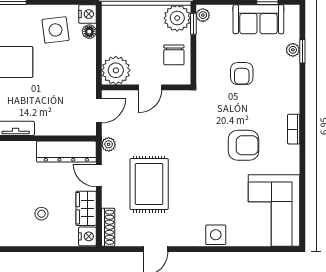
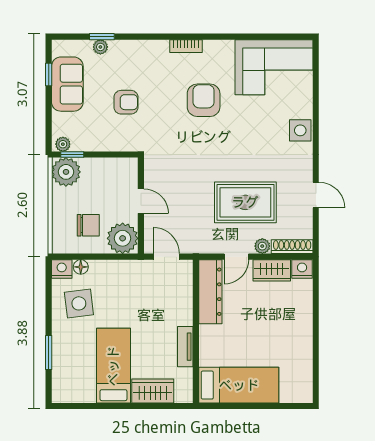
chair: (174, 55) -> (88, 225), moved
plant: (109, 144) -> (262, 246), moved
stool: (41, 214) -> (277, 319), removed

